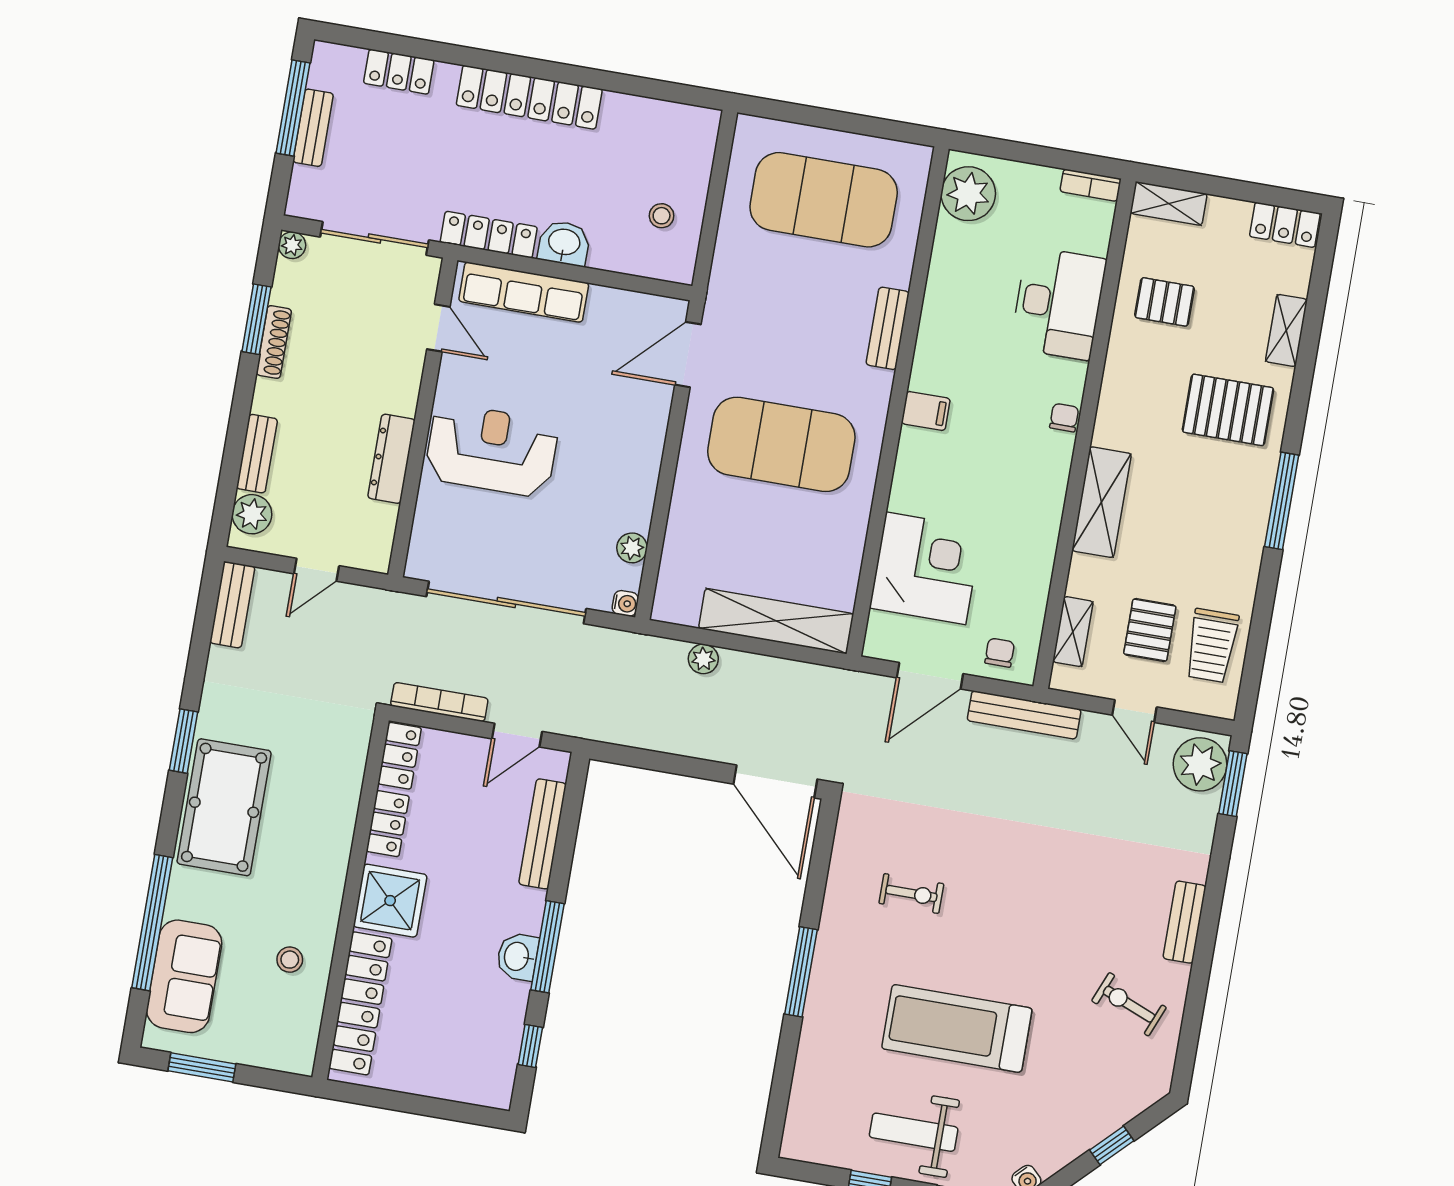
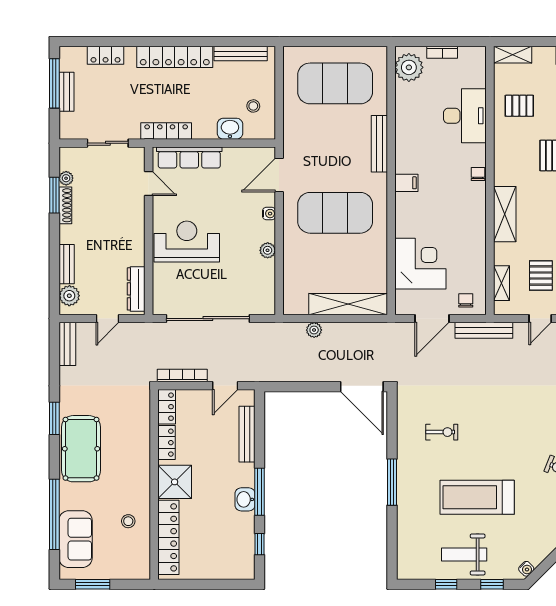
bench: (655, 113) -> (241, 54), added
bookcase: (1091, 185) -> (442, 52), moved
sliding door: (375, 238) -> (108, 143), width x0.73
washbasin: (564, 243) -> (230, 129), moved
plant: (292, 245) -> (66, 178), moved
bench: (888, 328) -> (379, 144), width x1.36
dresser: (391, 459) -> (136, 289), moved
plant: (632, 548) -> (268, 250), moved
water cooler: (625, 603) -> (269, 214), moved
door: (1134, 711) -> (540, 319), hinge flipped

